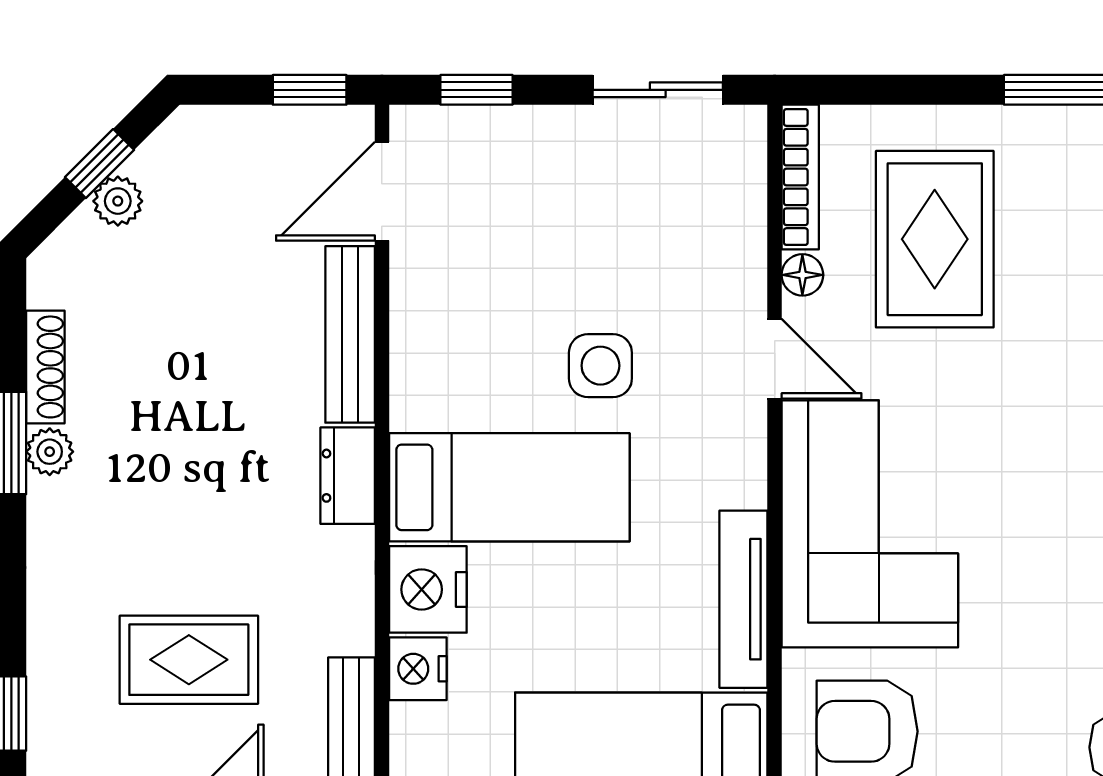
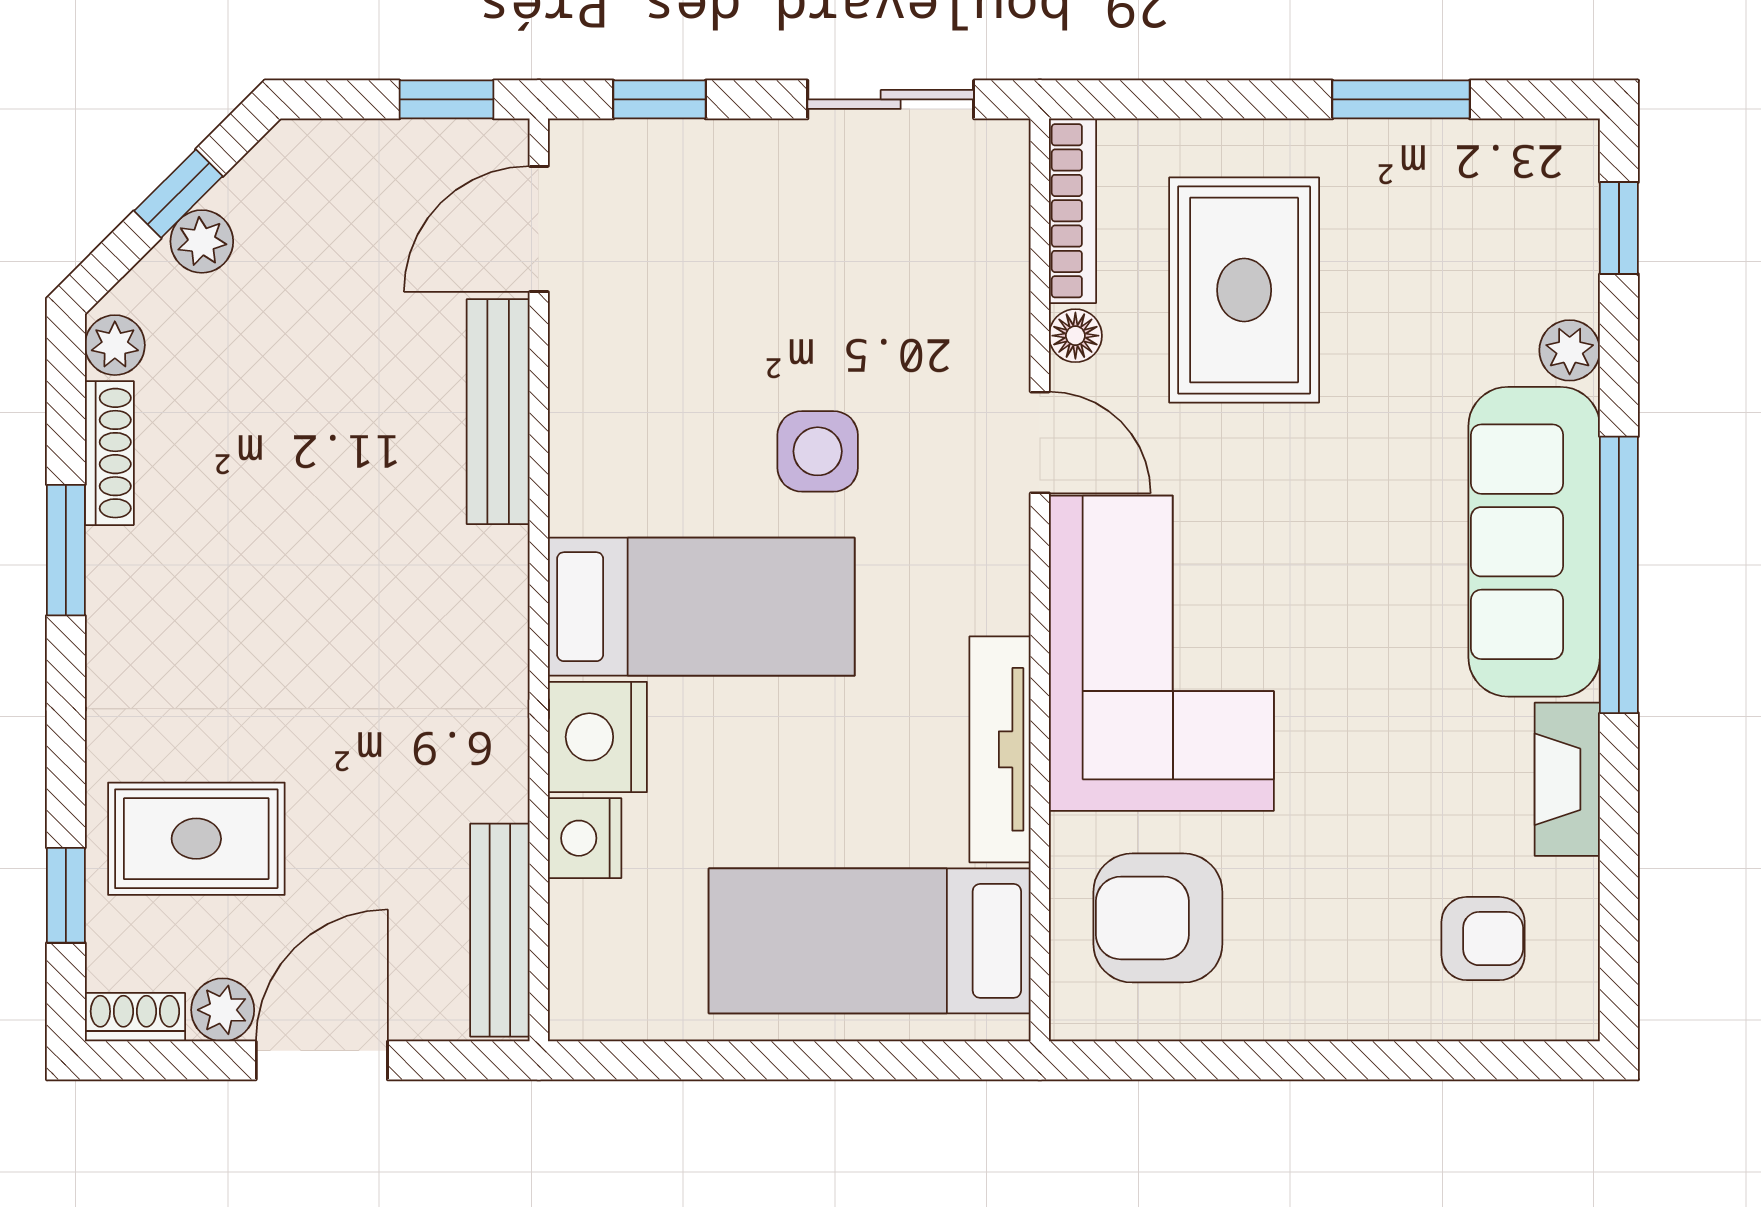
plant: (50, 452) -> (115, 345), moved
dresser: (348, 476) -> (495, 592), removed
rug: (189, 660) -> (196, 839), moved

